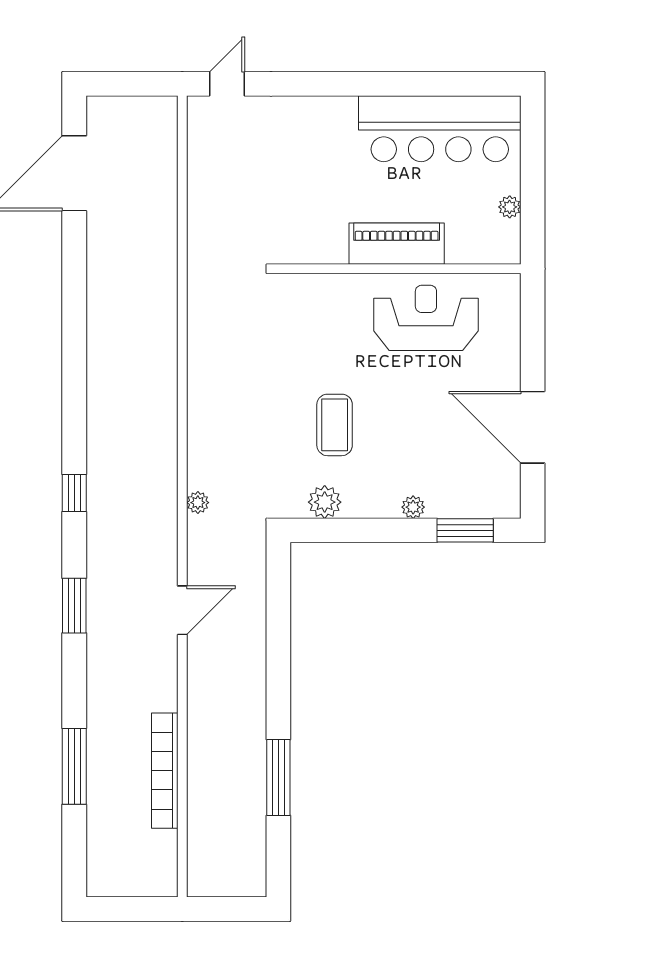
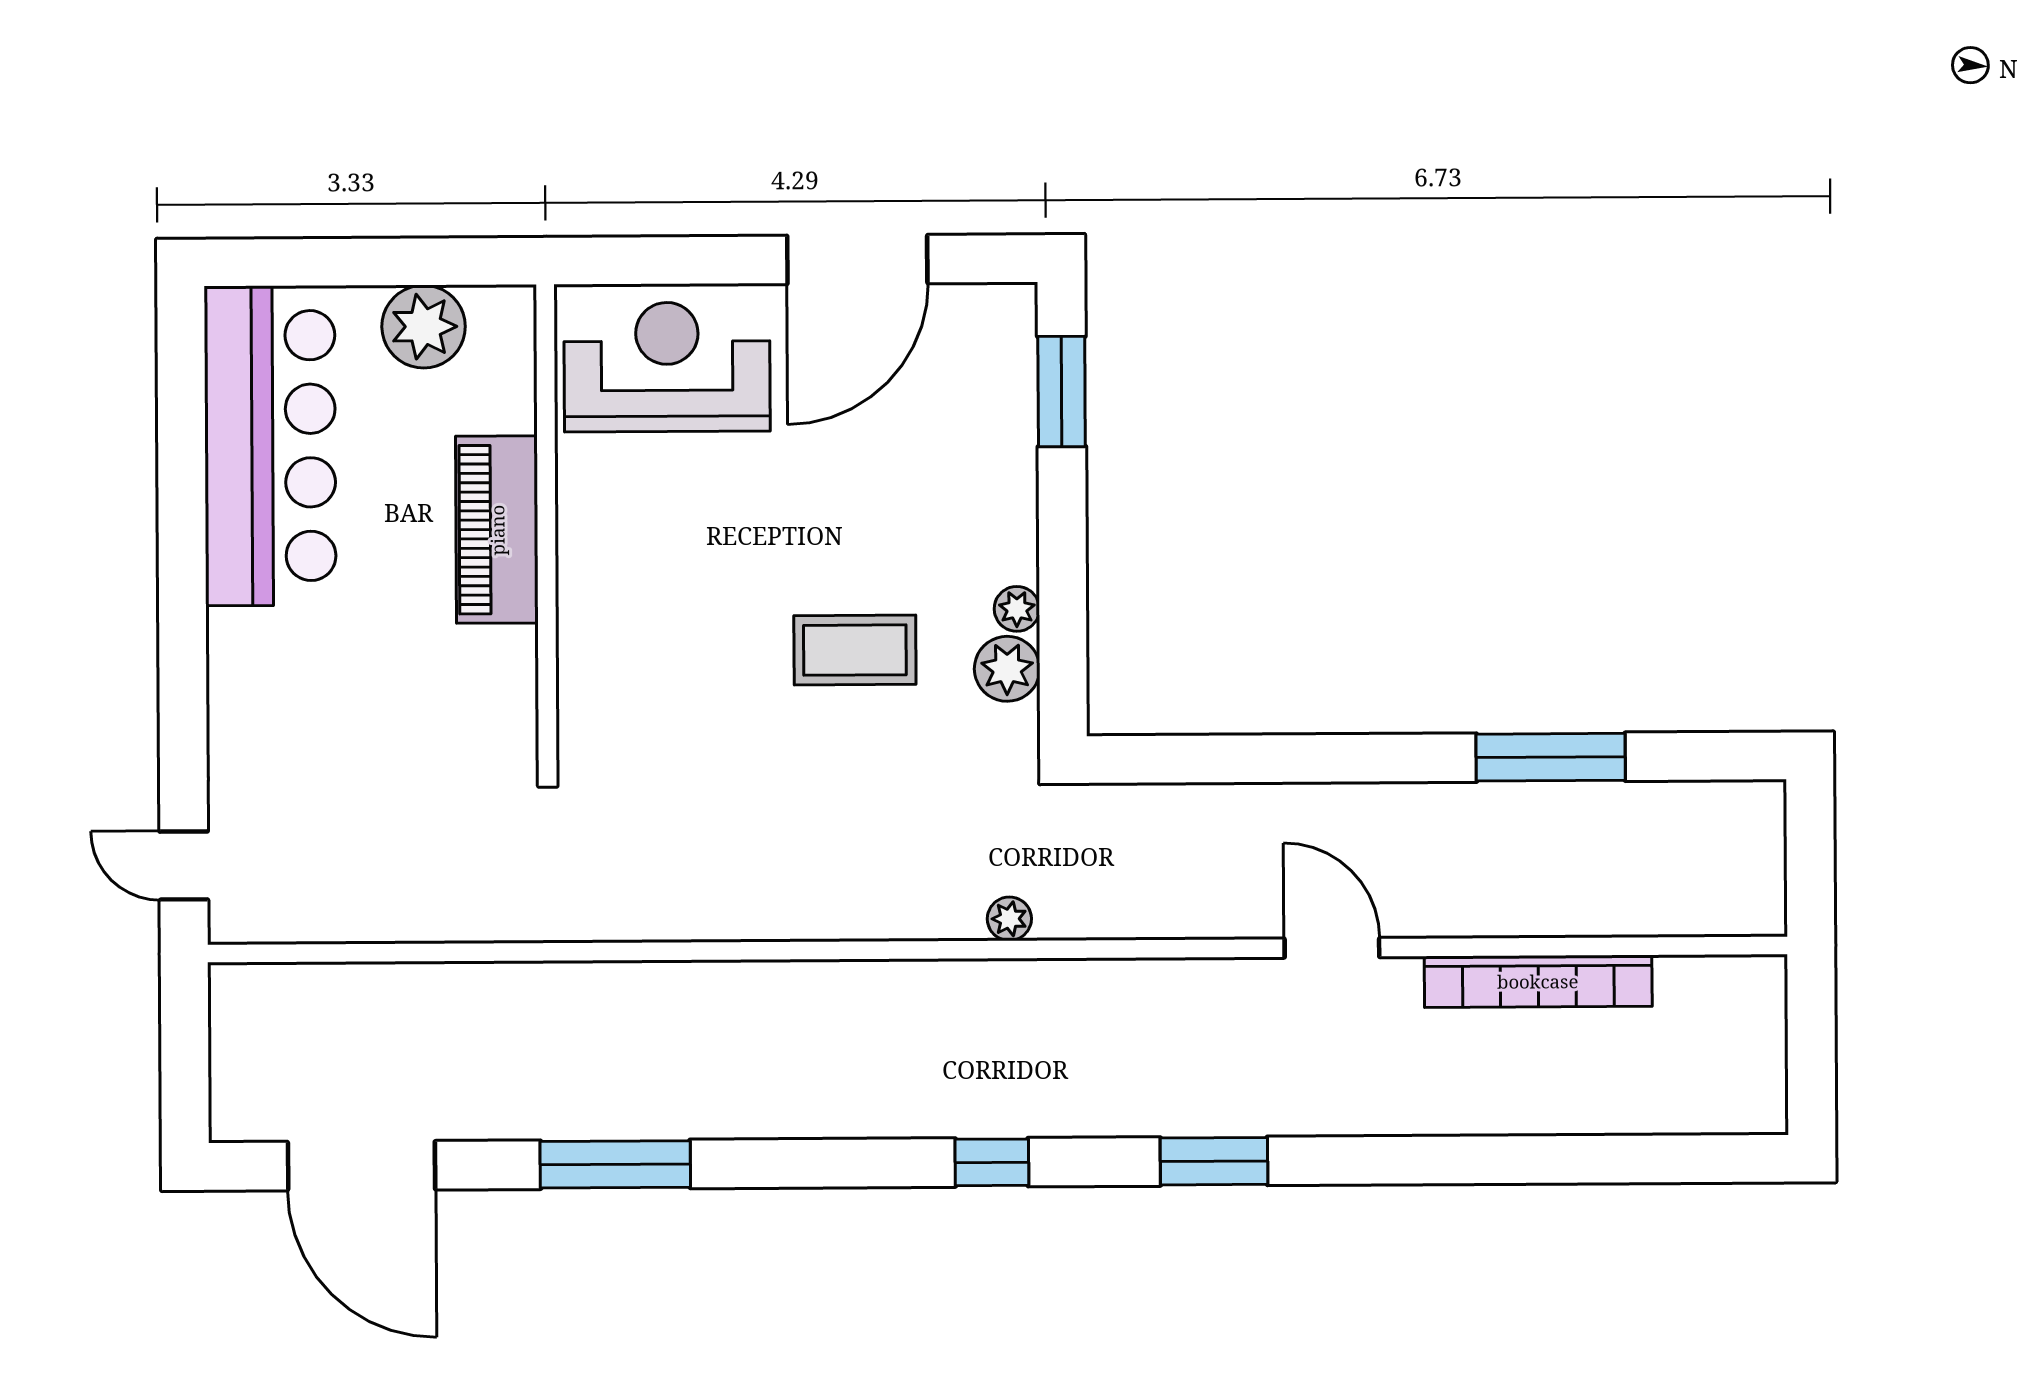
plant: (510, 207) -> (424, 327), width x1.88, depth x1.88
reception desk: (426, 318) -> (667, 367), moved, turned 90
plant: (413, 507) -> (1017, 609), moved
door: (182, 610) -> (1332, 948), moved
window: (74, 766) -> (615, 1164), moved

